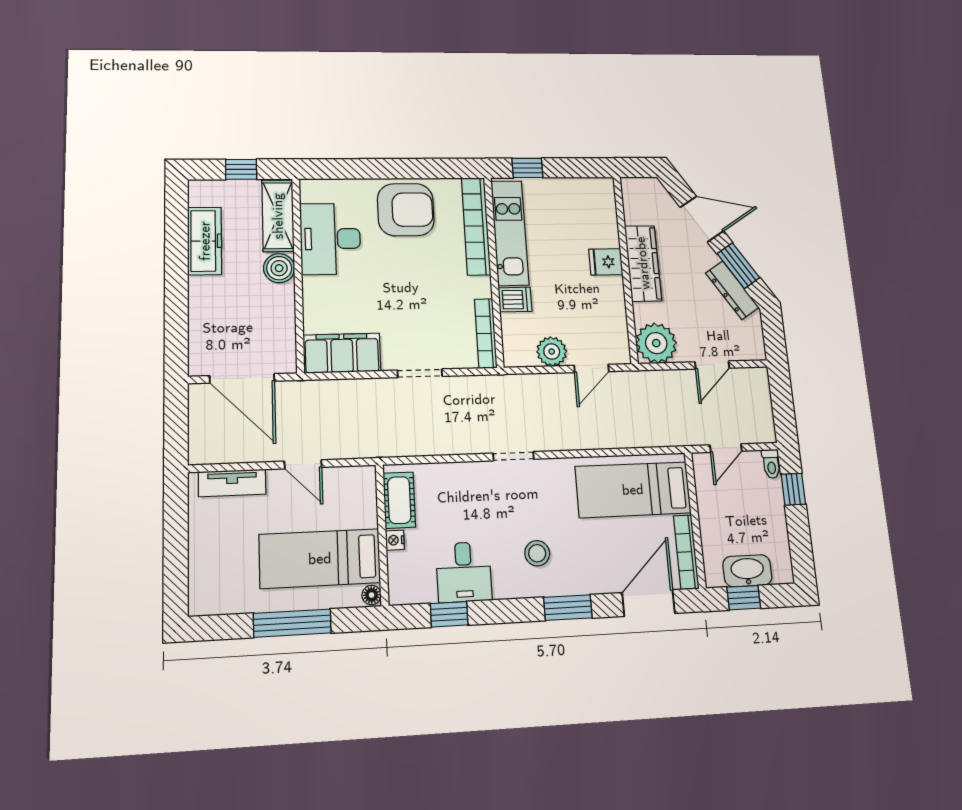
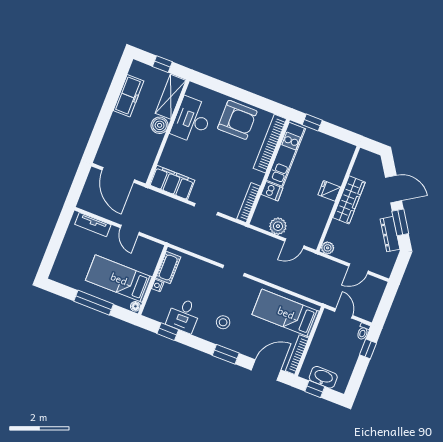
plant: (656, 343) -> (328, 248), width x0.53, depth x0.53
door: (726, 448) -> (344, 313), swing flipped

